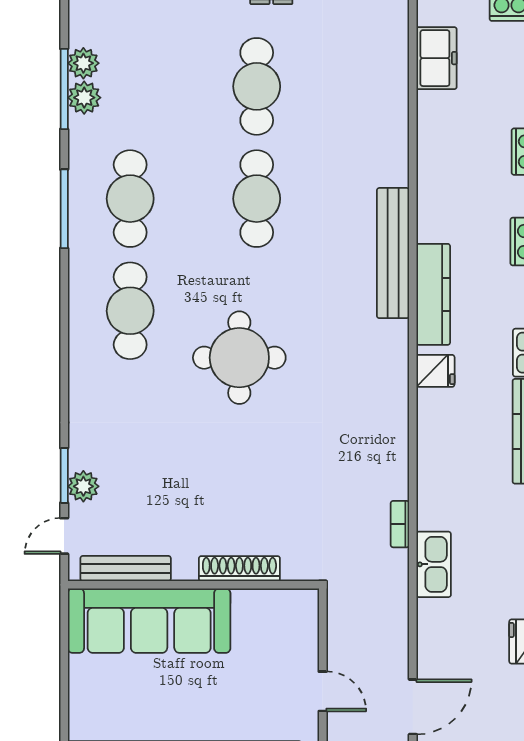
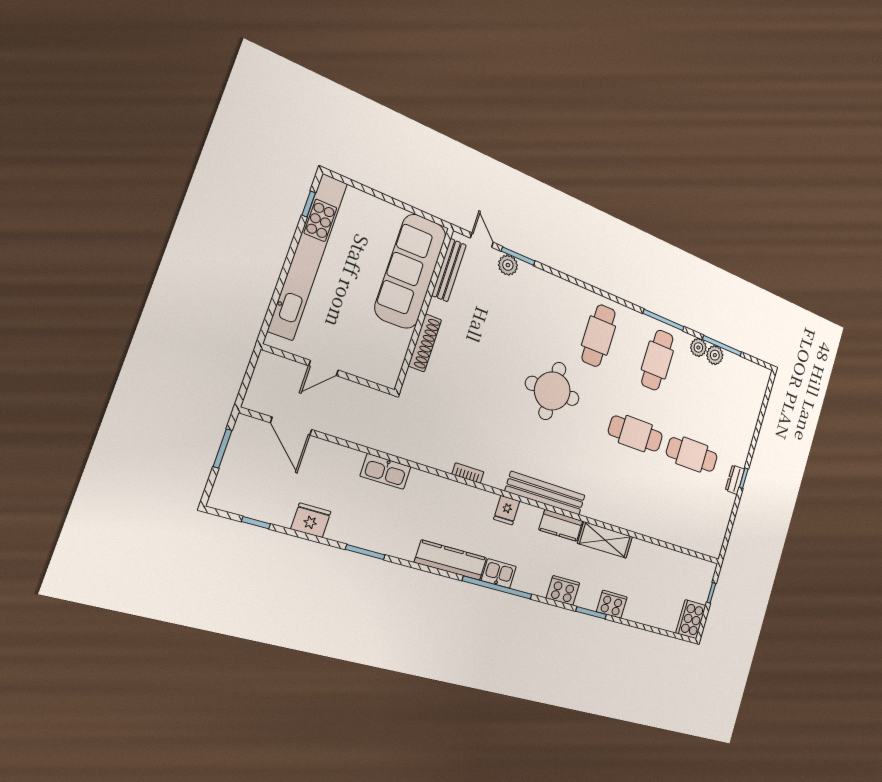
freezer: (437, 58) -> (676, 563), removed
plant: (83, 63) -> (698, 347), moved
shelving: (435, 196) -> (605, 540), added
cafe table: (130, 199) -> (657, 360), turned 90
bench: (393, 253) -> (545, 493), moved
kitchen counter: (433, 294) -> (561, 525), width x0.67
cafe table: (130, 311) -> (599, 336), turned 90
bookcase: (400, 524) -> (468, 473), moved

